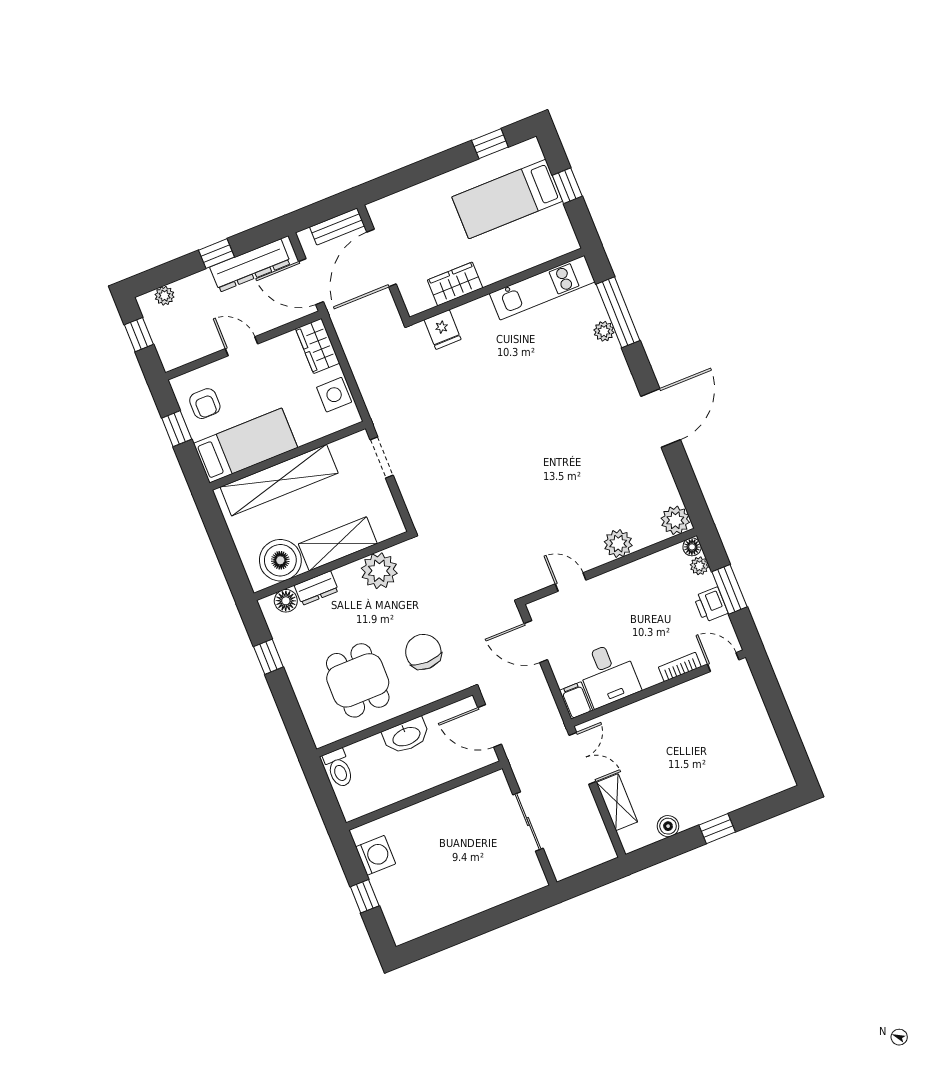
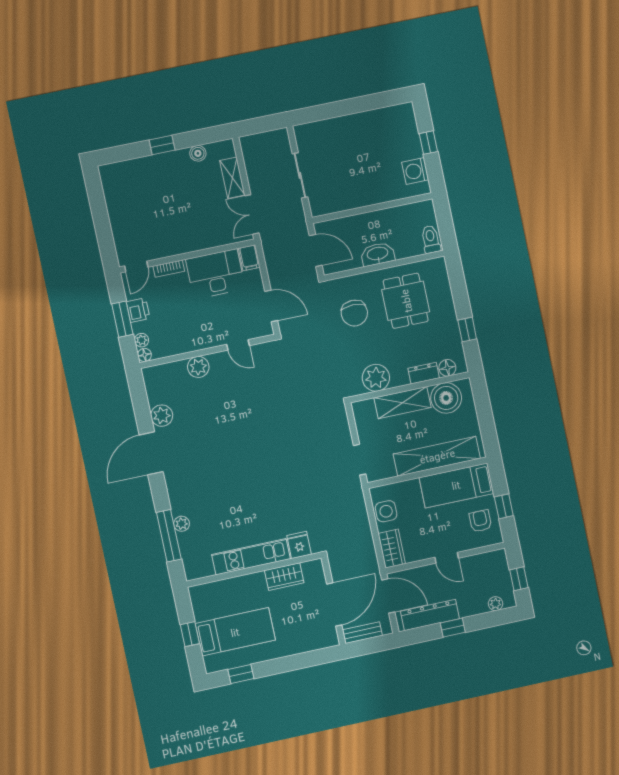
kitchen unit: (542, 288) -> (251, 557), moved
plant: (675, 520) -> (162, 416), moved
door: (723, 662) -> (136, 266), hinge flipped
desk: (608, 674) -> (215, 274), width x1.37

